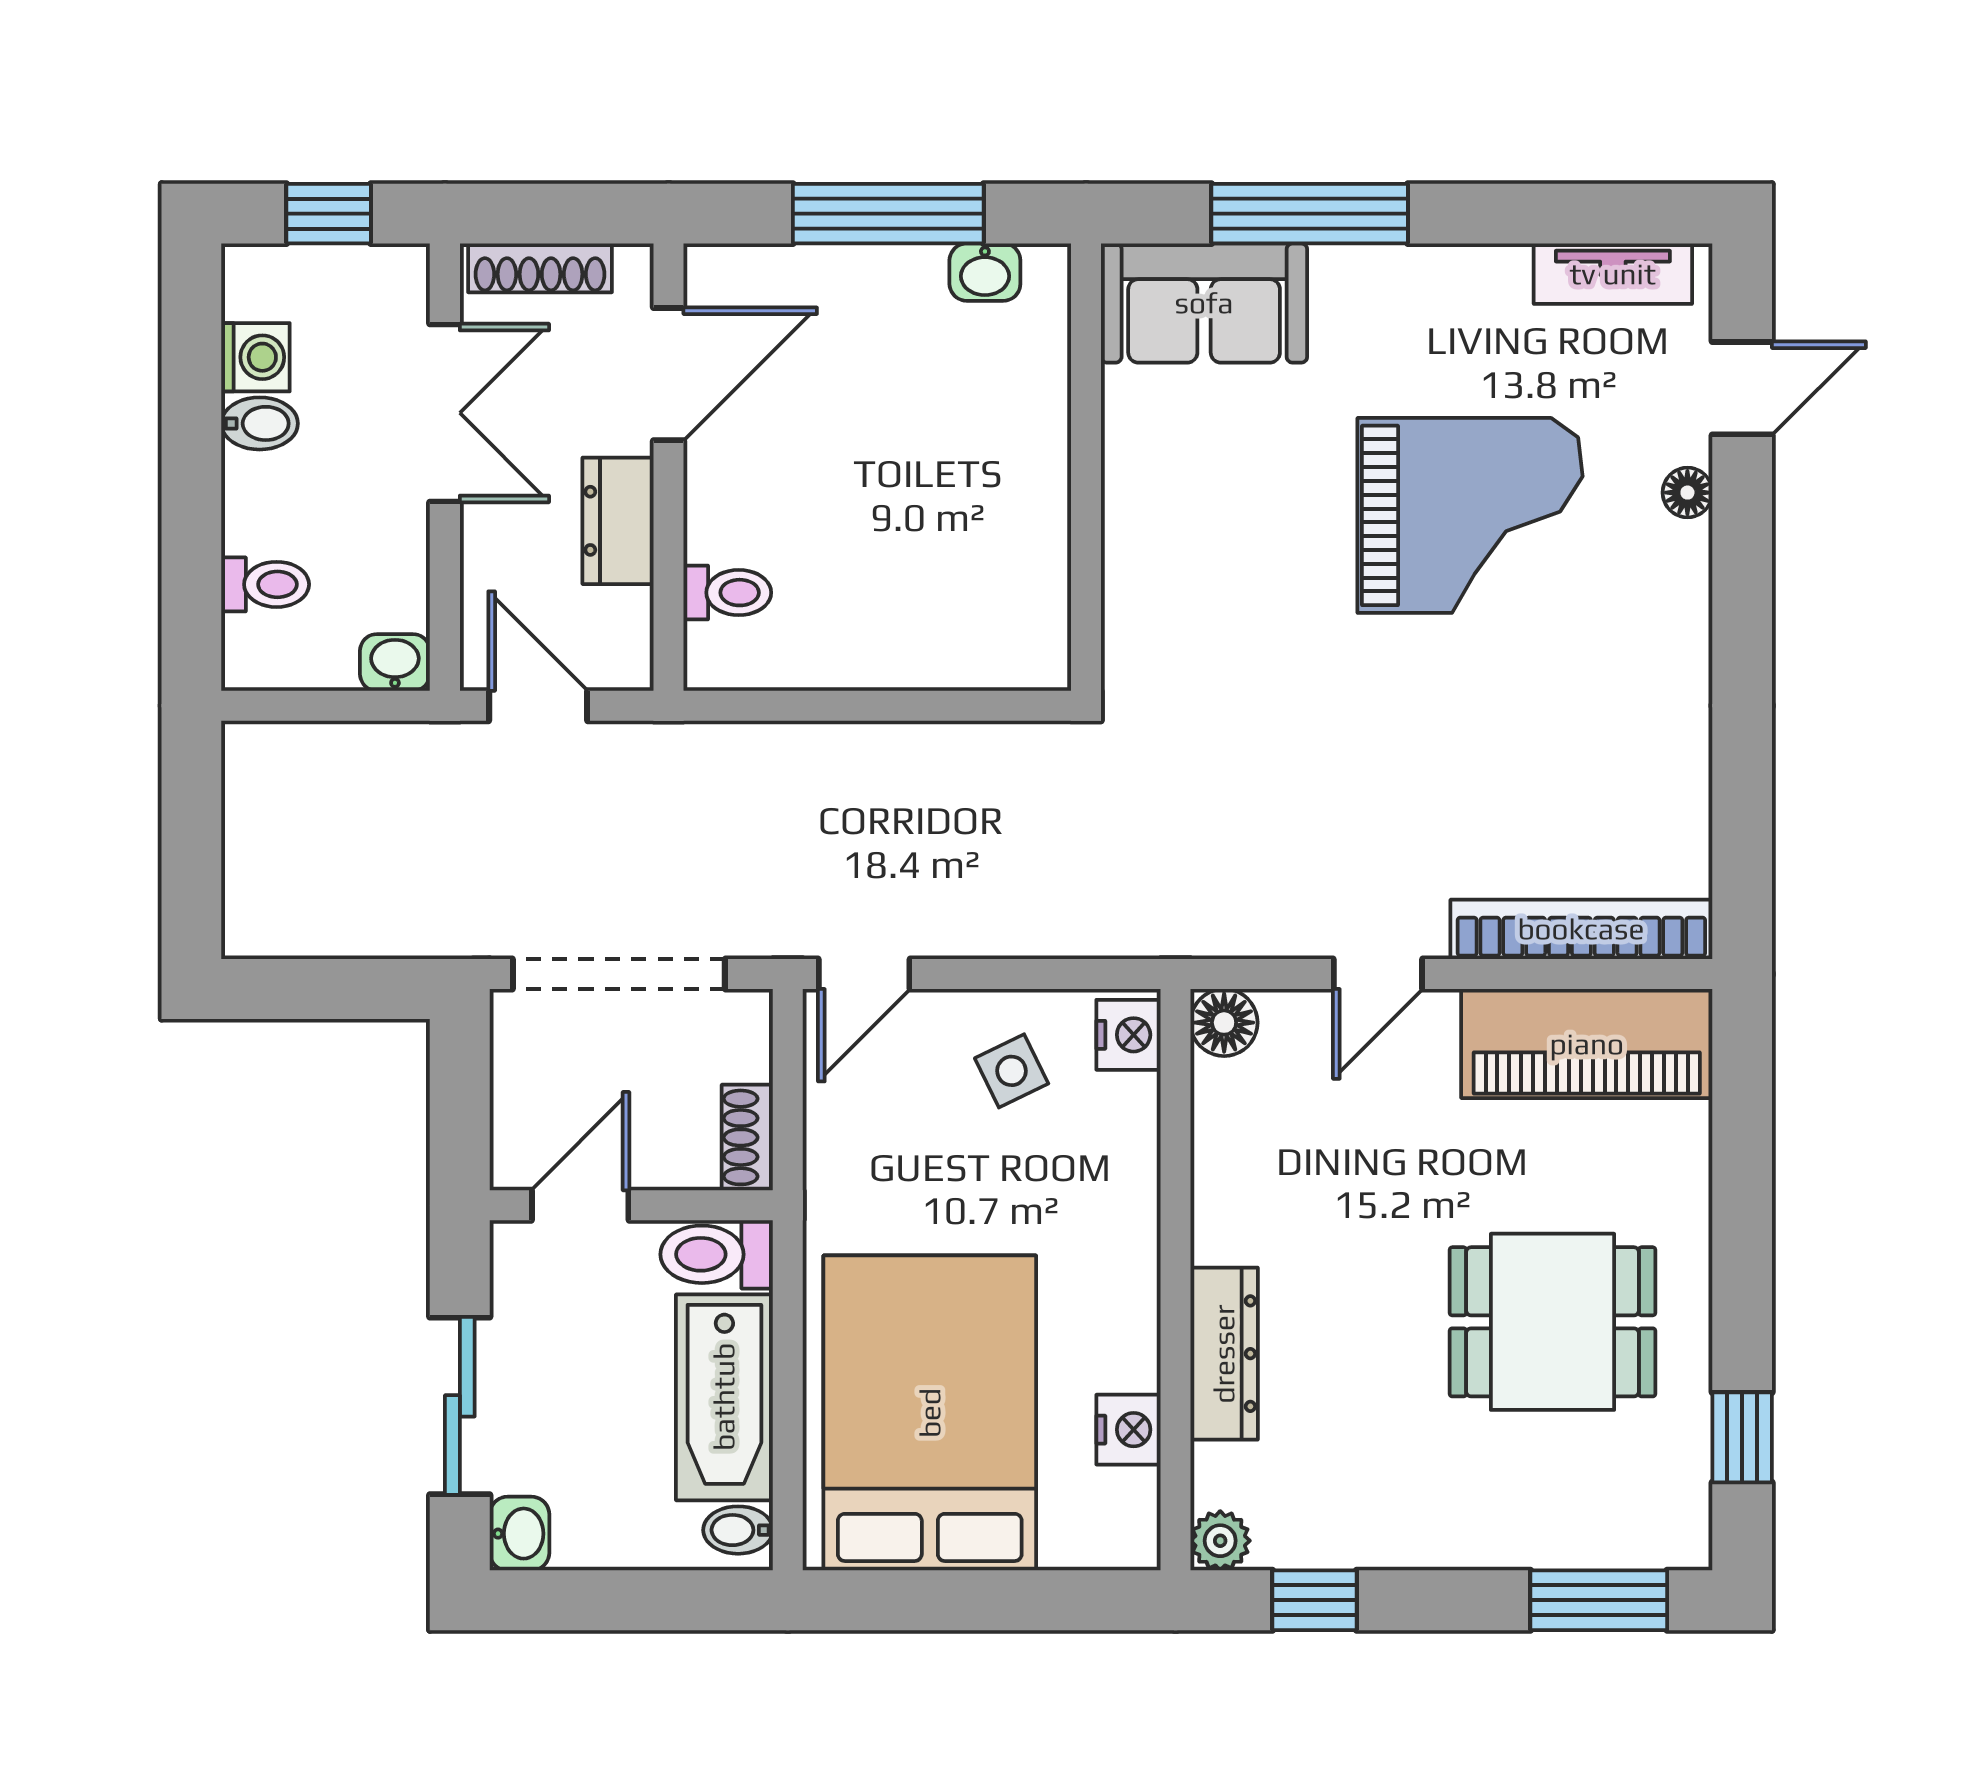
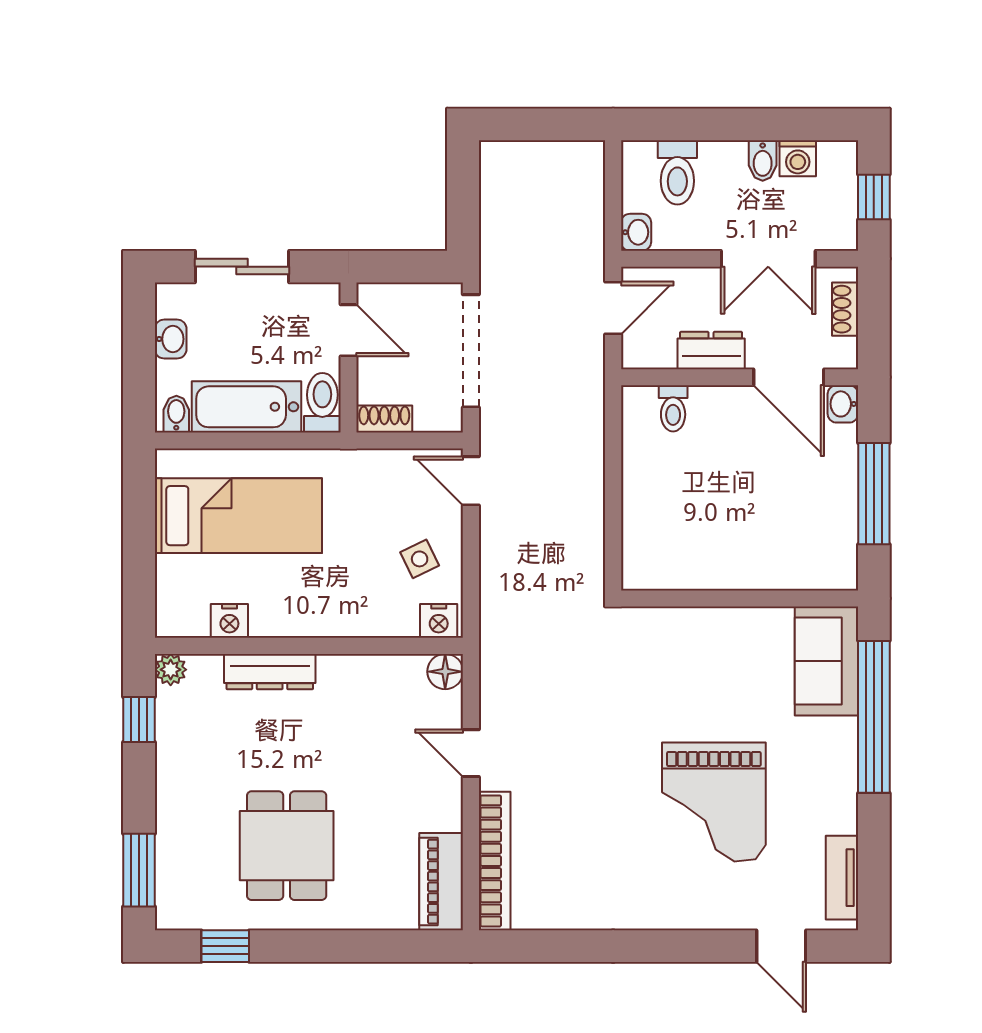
window: (1310, 214) -> (874, 717), width x1.46
shoe rack: (540, 268) -> (845, 309), width x0.70
washbasin: (985, 272) -> (843, 404), moved
floor lamp: (1687, 493) -> (726, 917), removed
toilet: (265, 584) -> (677, 172), width x1.37, depth x1.39
piano: (1587, 1044) -> (441, 882), width x0.73, depth x0.75
bed: (930, 1413) -> (238, 516), width x0.67
washbasin: (519, 1534) -> (171, 339), moved, turned -90

